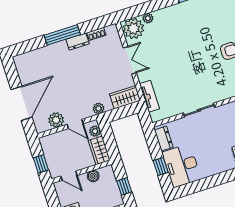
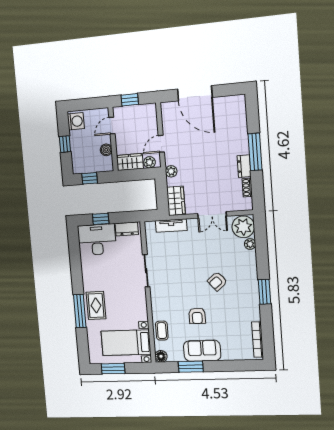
armchair: (191, 40) -> (217, 281), added
plant: (56, 120) -> (170, 125), removed

